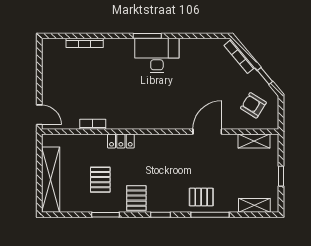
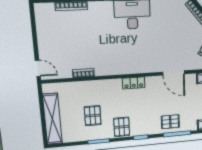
door: (207, 132) -> (174, 73), swing flipped
locker: (121, 141) -> (134, 83), moved

